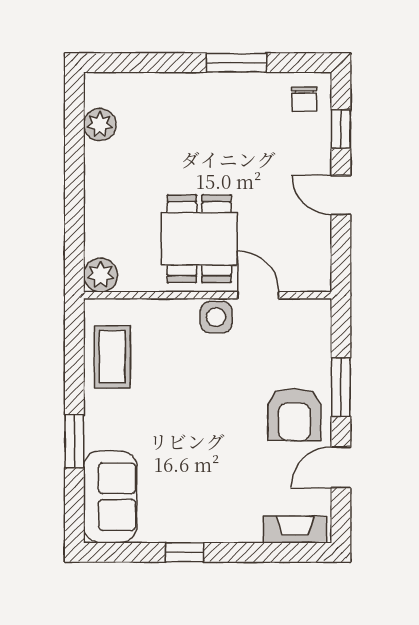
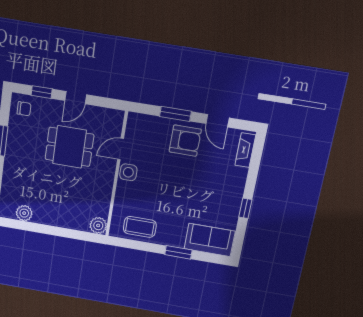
dining table: (199, 239) -> (69, 147), moved

